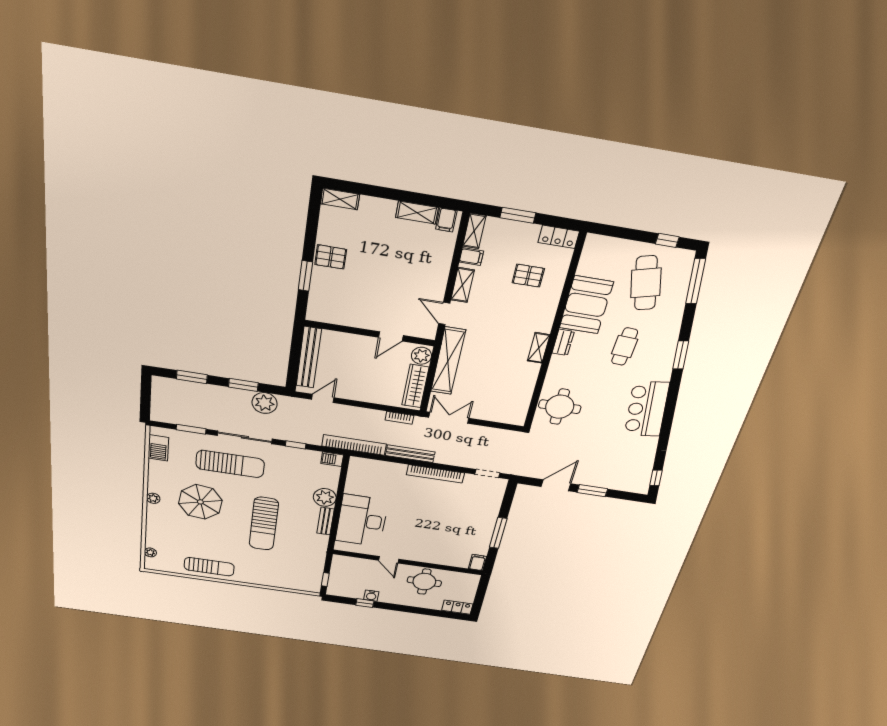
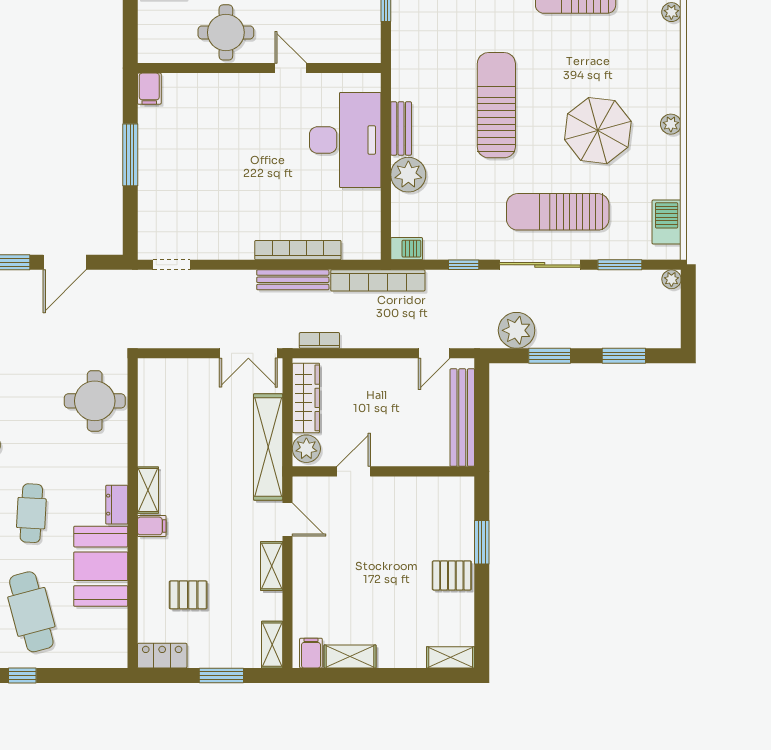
filing cabinet: (471, 257) -> (152, 526), moved, turned 180
plant: (156, 416) -> (671, 279), added
bookcase: (435, 474) -> (298, 250), moved

